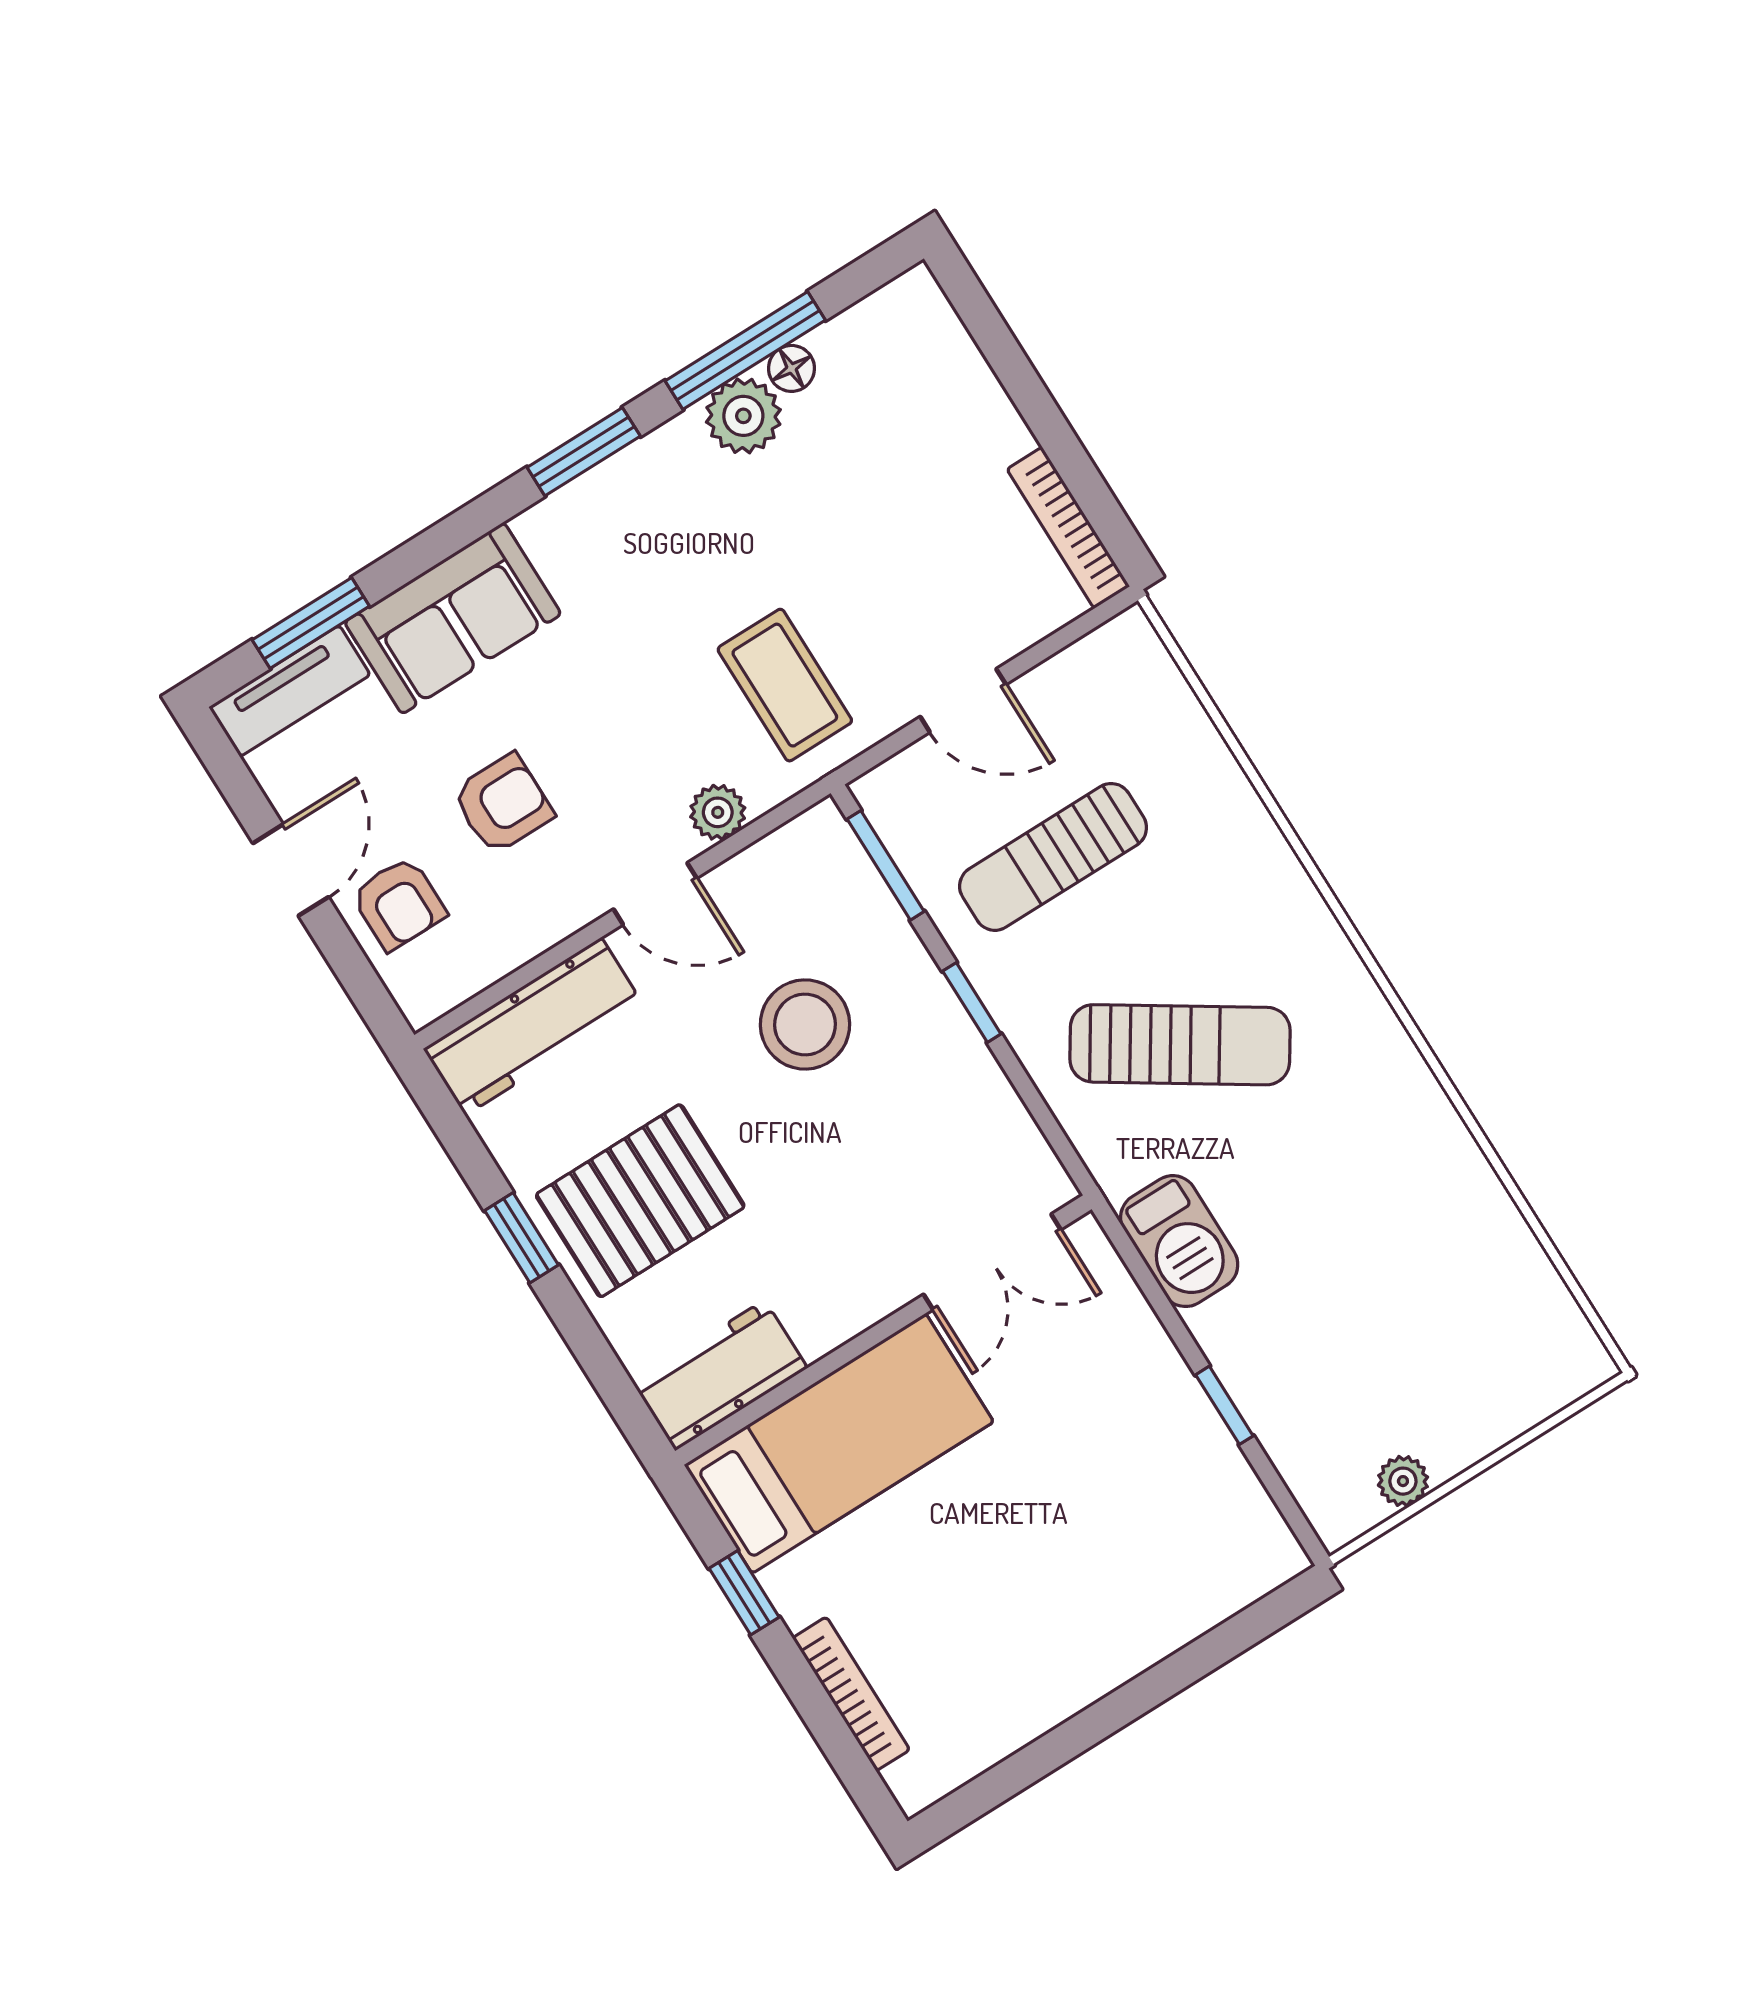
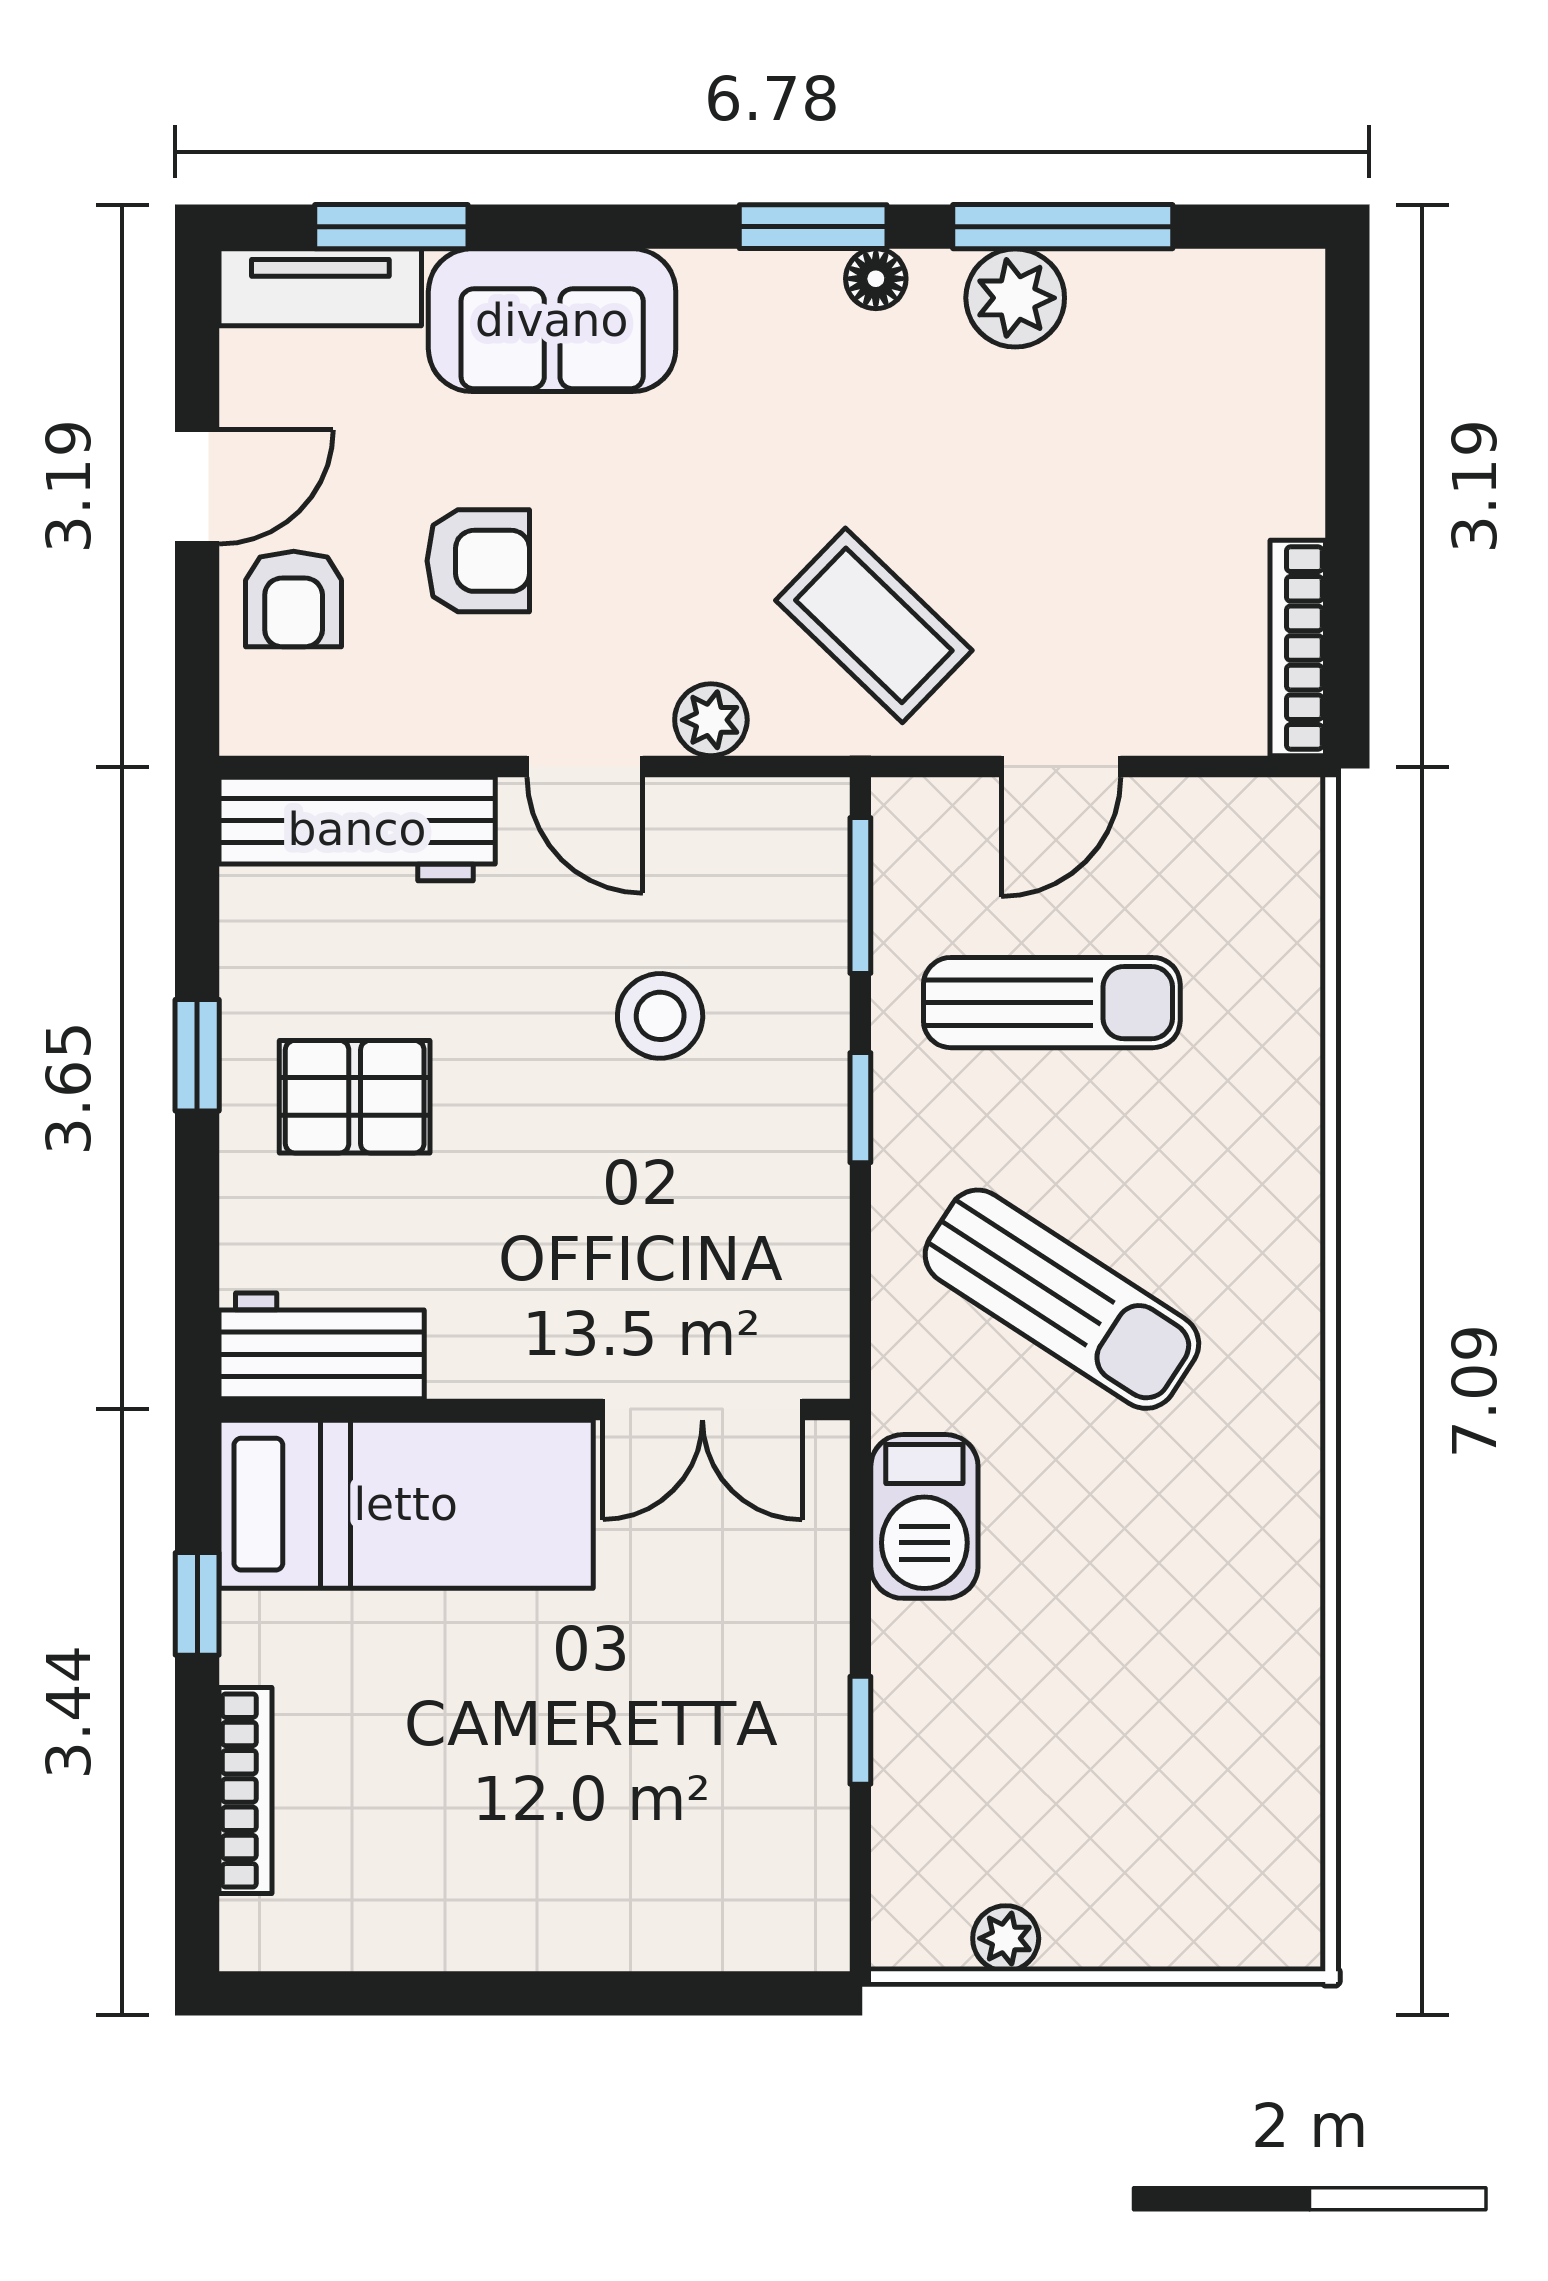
floor lamp: (791, 368) -> (876, 279), moved
coffee table: (785, 685) -> (874, 625), turned -46
door: (963, 701) -> (1061, 767), hinge flipped
sun lounger: (1053, 857) -> (1052, 1003), turned 180
stool: (805, 1024) -> (660, 1016), width x0.73, depth x0.73
pallet: (640, 1201) -> (355, 1097), width x0.67, depth x0.71

